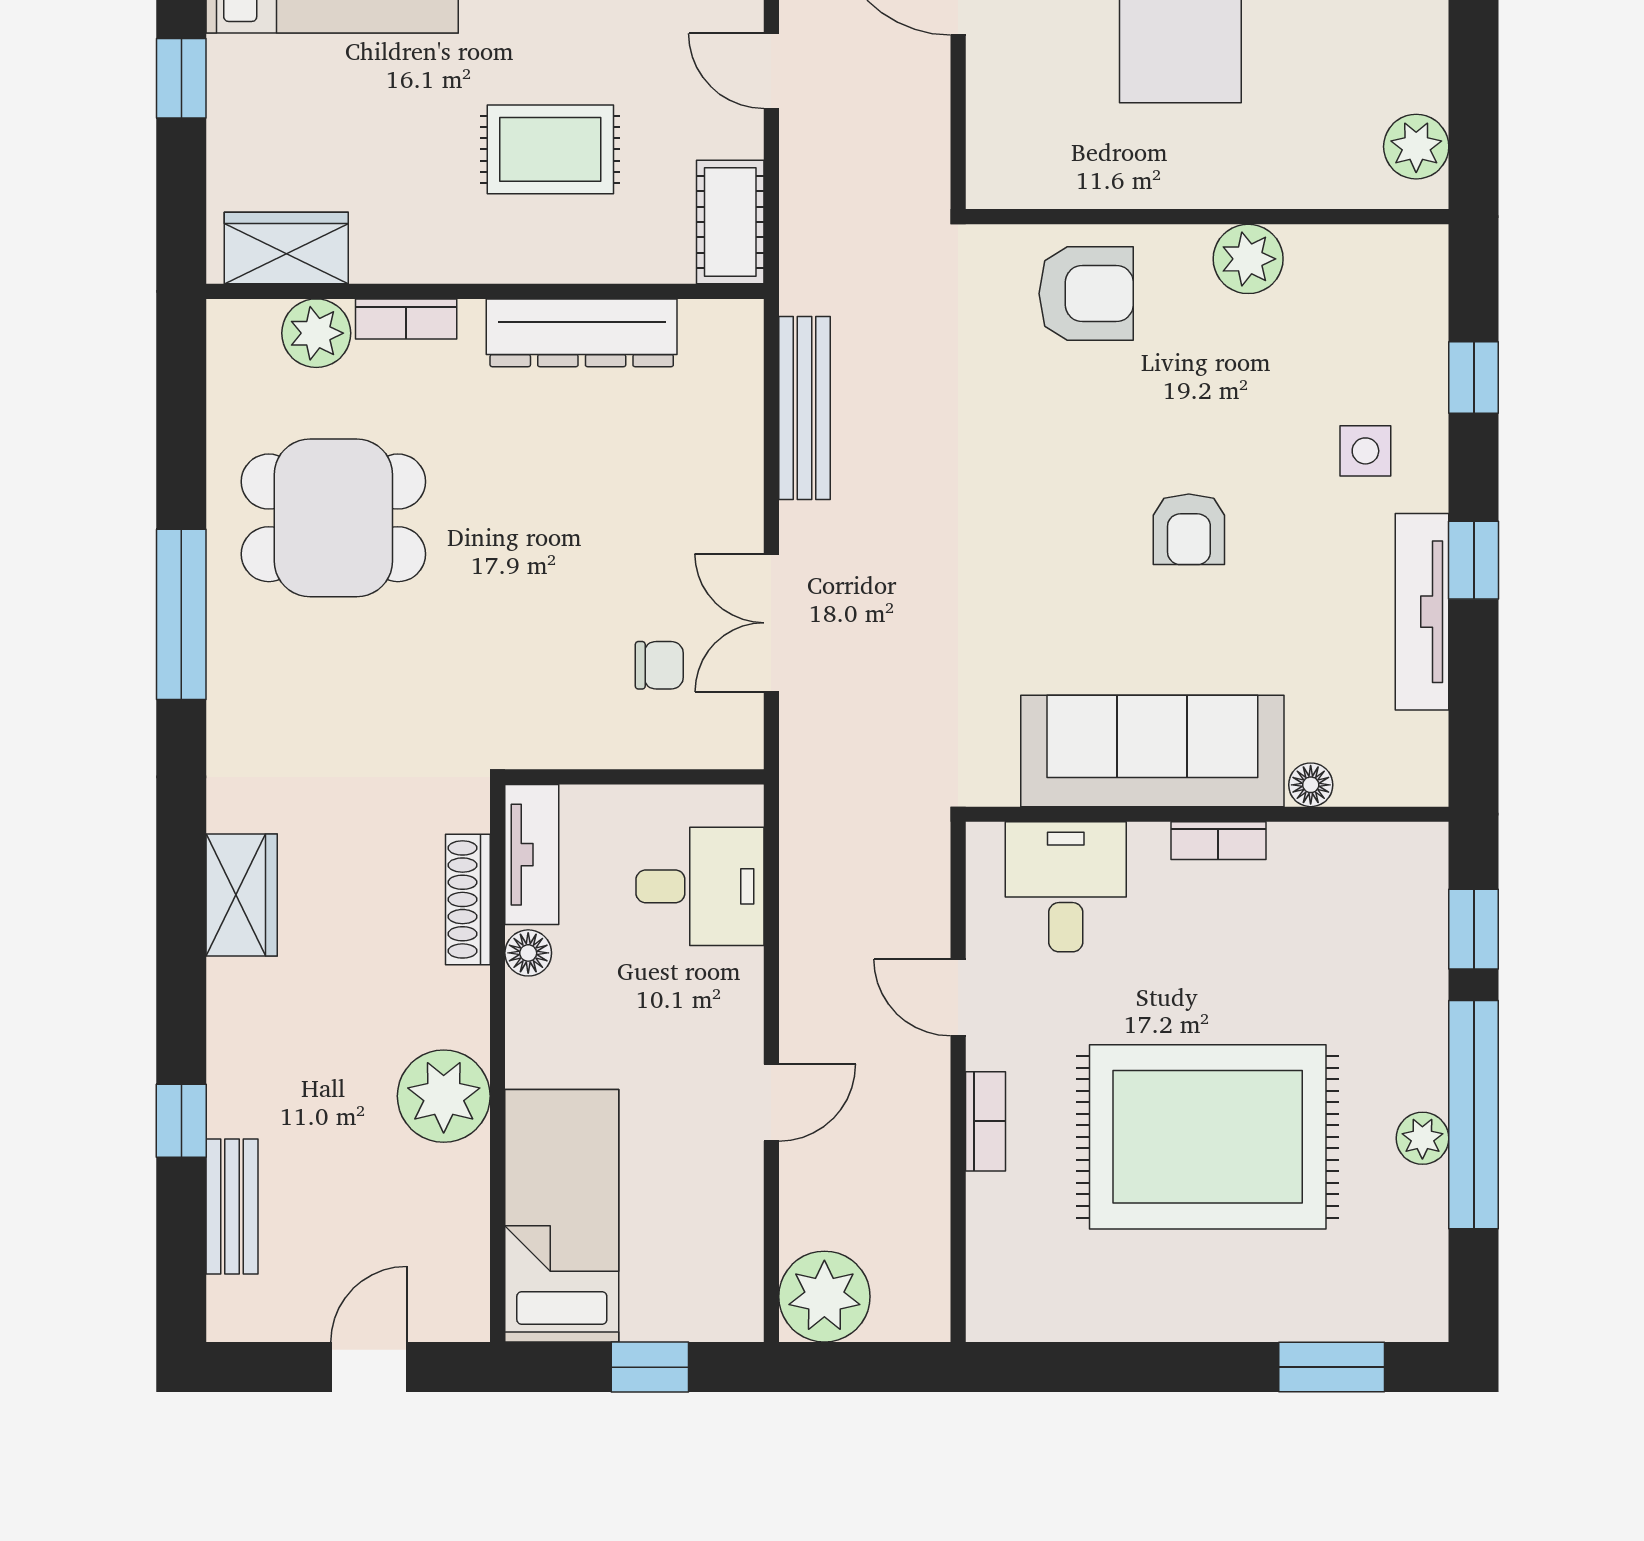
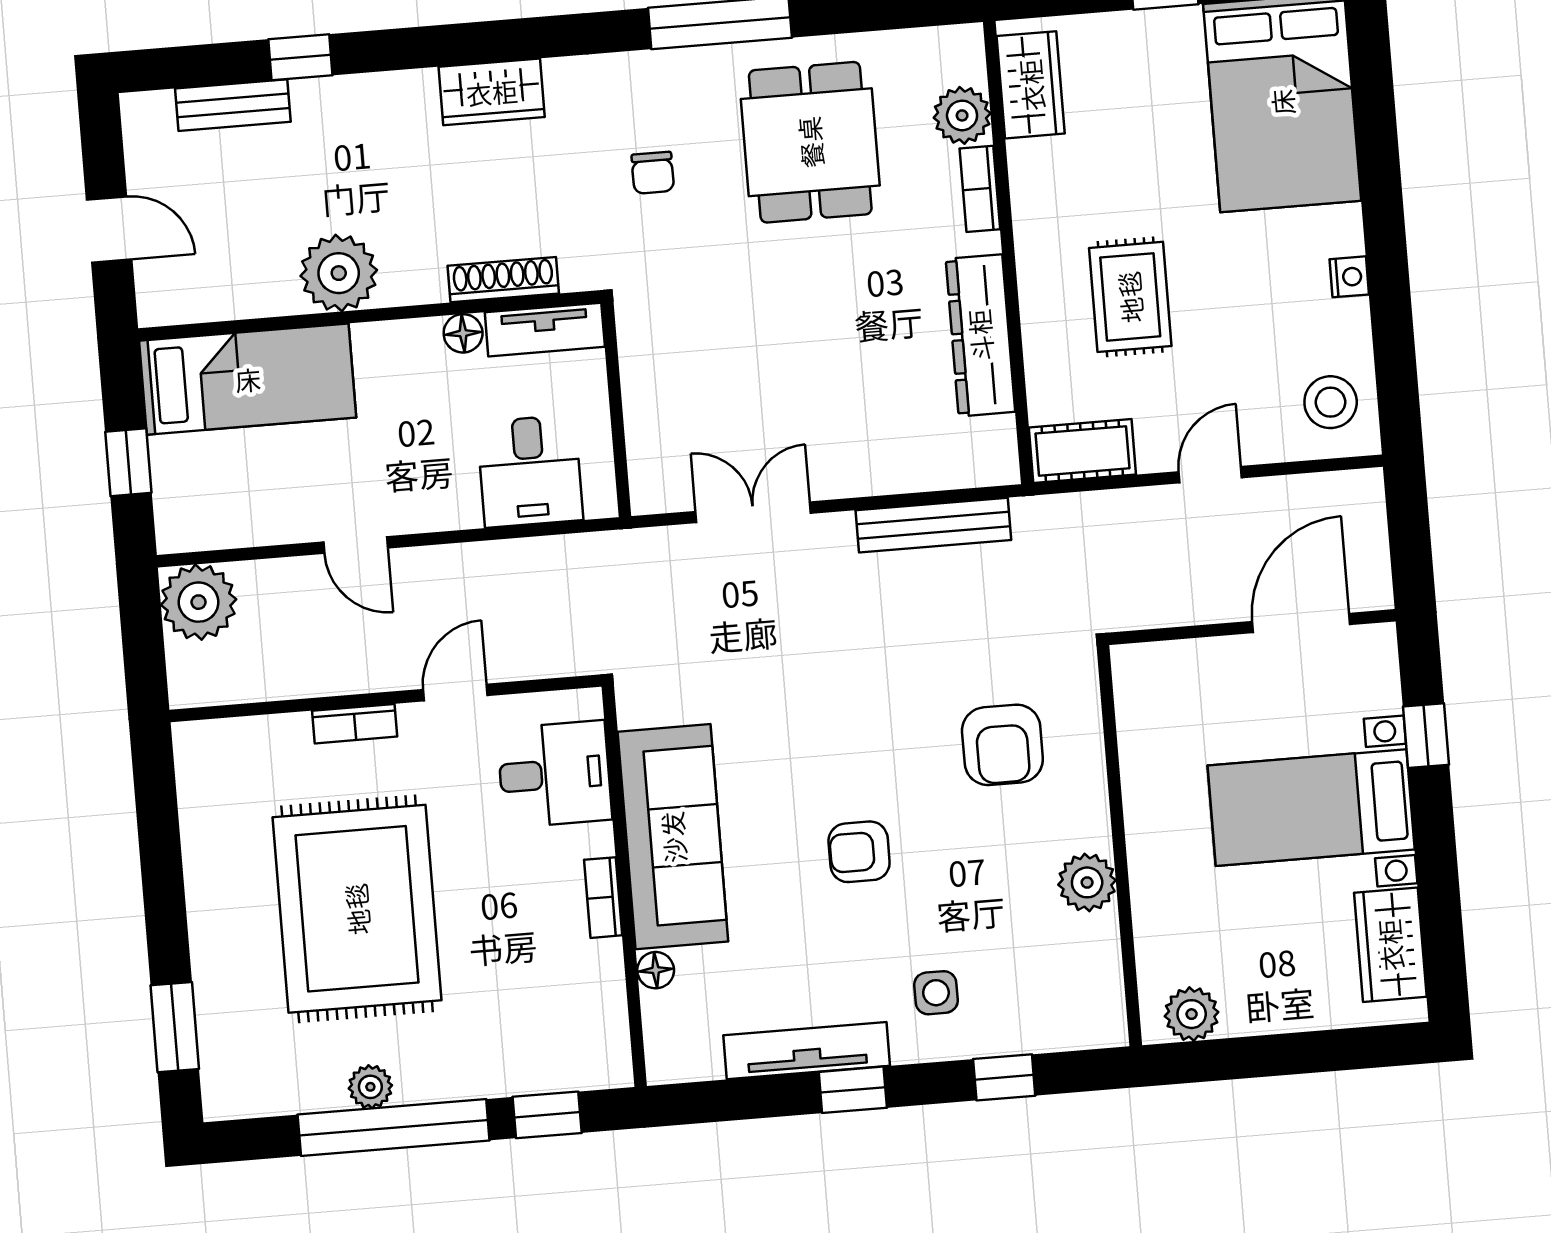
armchair: (1086, 294) -> (1002, 745), moved
chair: (659, 665) -> (653, 173), moved

